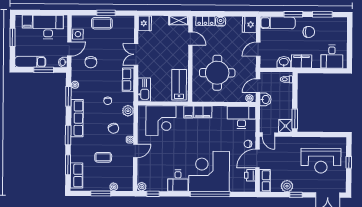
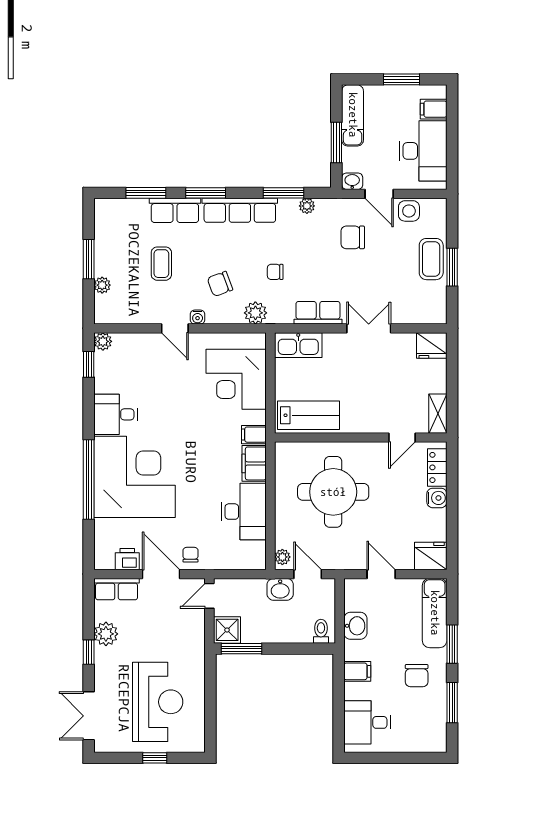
filing cabinet: (301, 61) -> (357, 671), width x0.50
desk: (242, 117) -> (244, 512), moved
reception desk: (321, 161) -> (158, 702), turned 180
row of seats: (77, 175) -> (175, 210), moved

